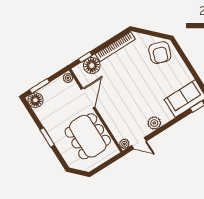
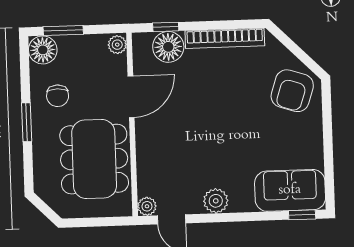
chair: (54, 117) -> (58, 96), added

